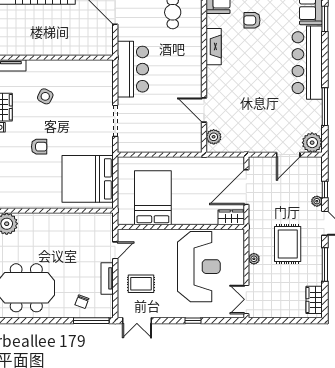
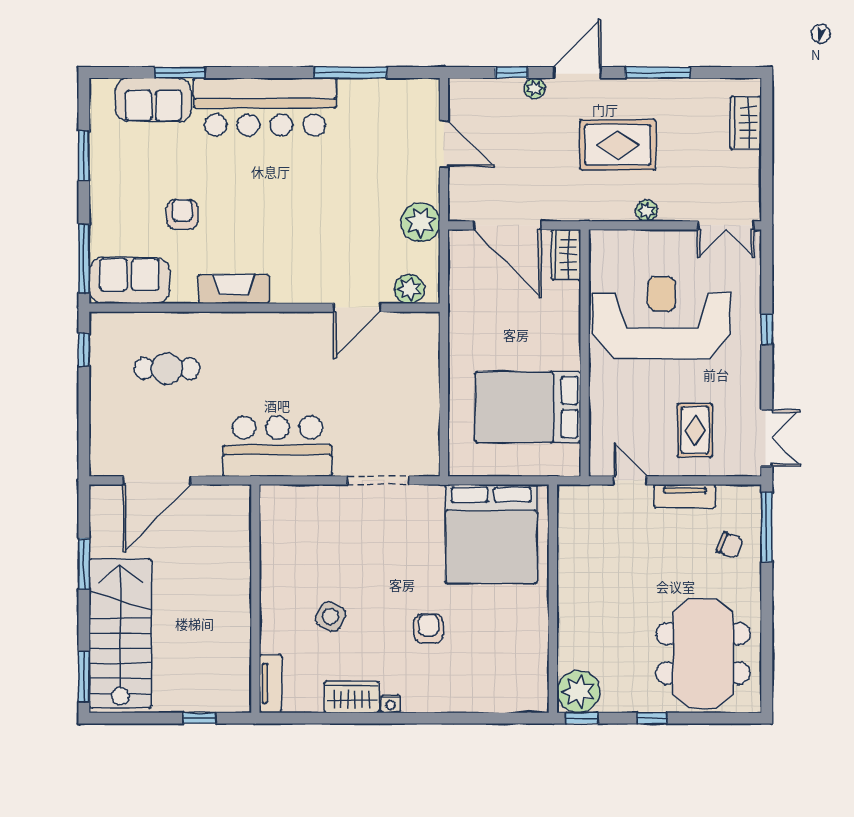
armchair: (252, 20) -> (183, 214), turned 180
plant: (312, 143) -> (420, 222), moved
wardrobe: (314, 300) -> (746, 123), moved, turned 90

